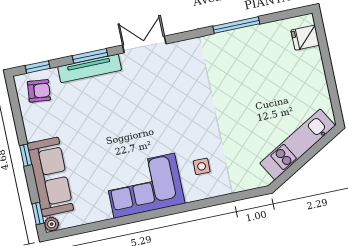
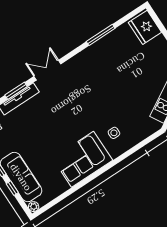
fridge: (305, 38) -> (145, 27), width x1.88, depth x1.34
window: (38, 213) -> (12, 188), moved

